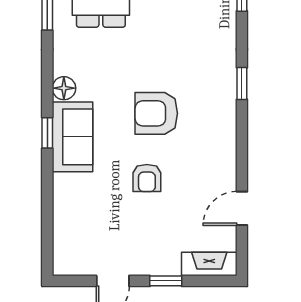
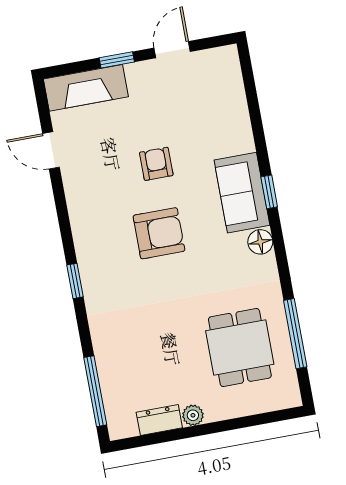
door: (242, 208) -> (51, 150), swing flipped
fireplace: (209, 264) -> (86, 88), width x1.37, depth x1.32

